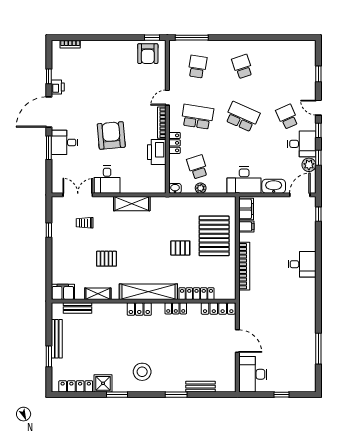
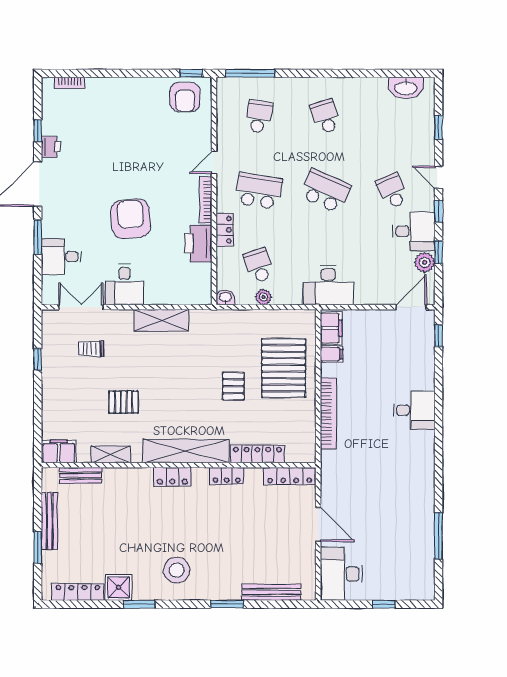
desk: (65, 142) -> (61, 257), moved
washbasin: (274, 186) -> (406, 88), moved, turned 180
pallet: (180, 248) -> (233, 386), turned 90
bench: (200, 387) -> (271, 592), width x1.36

